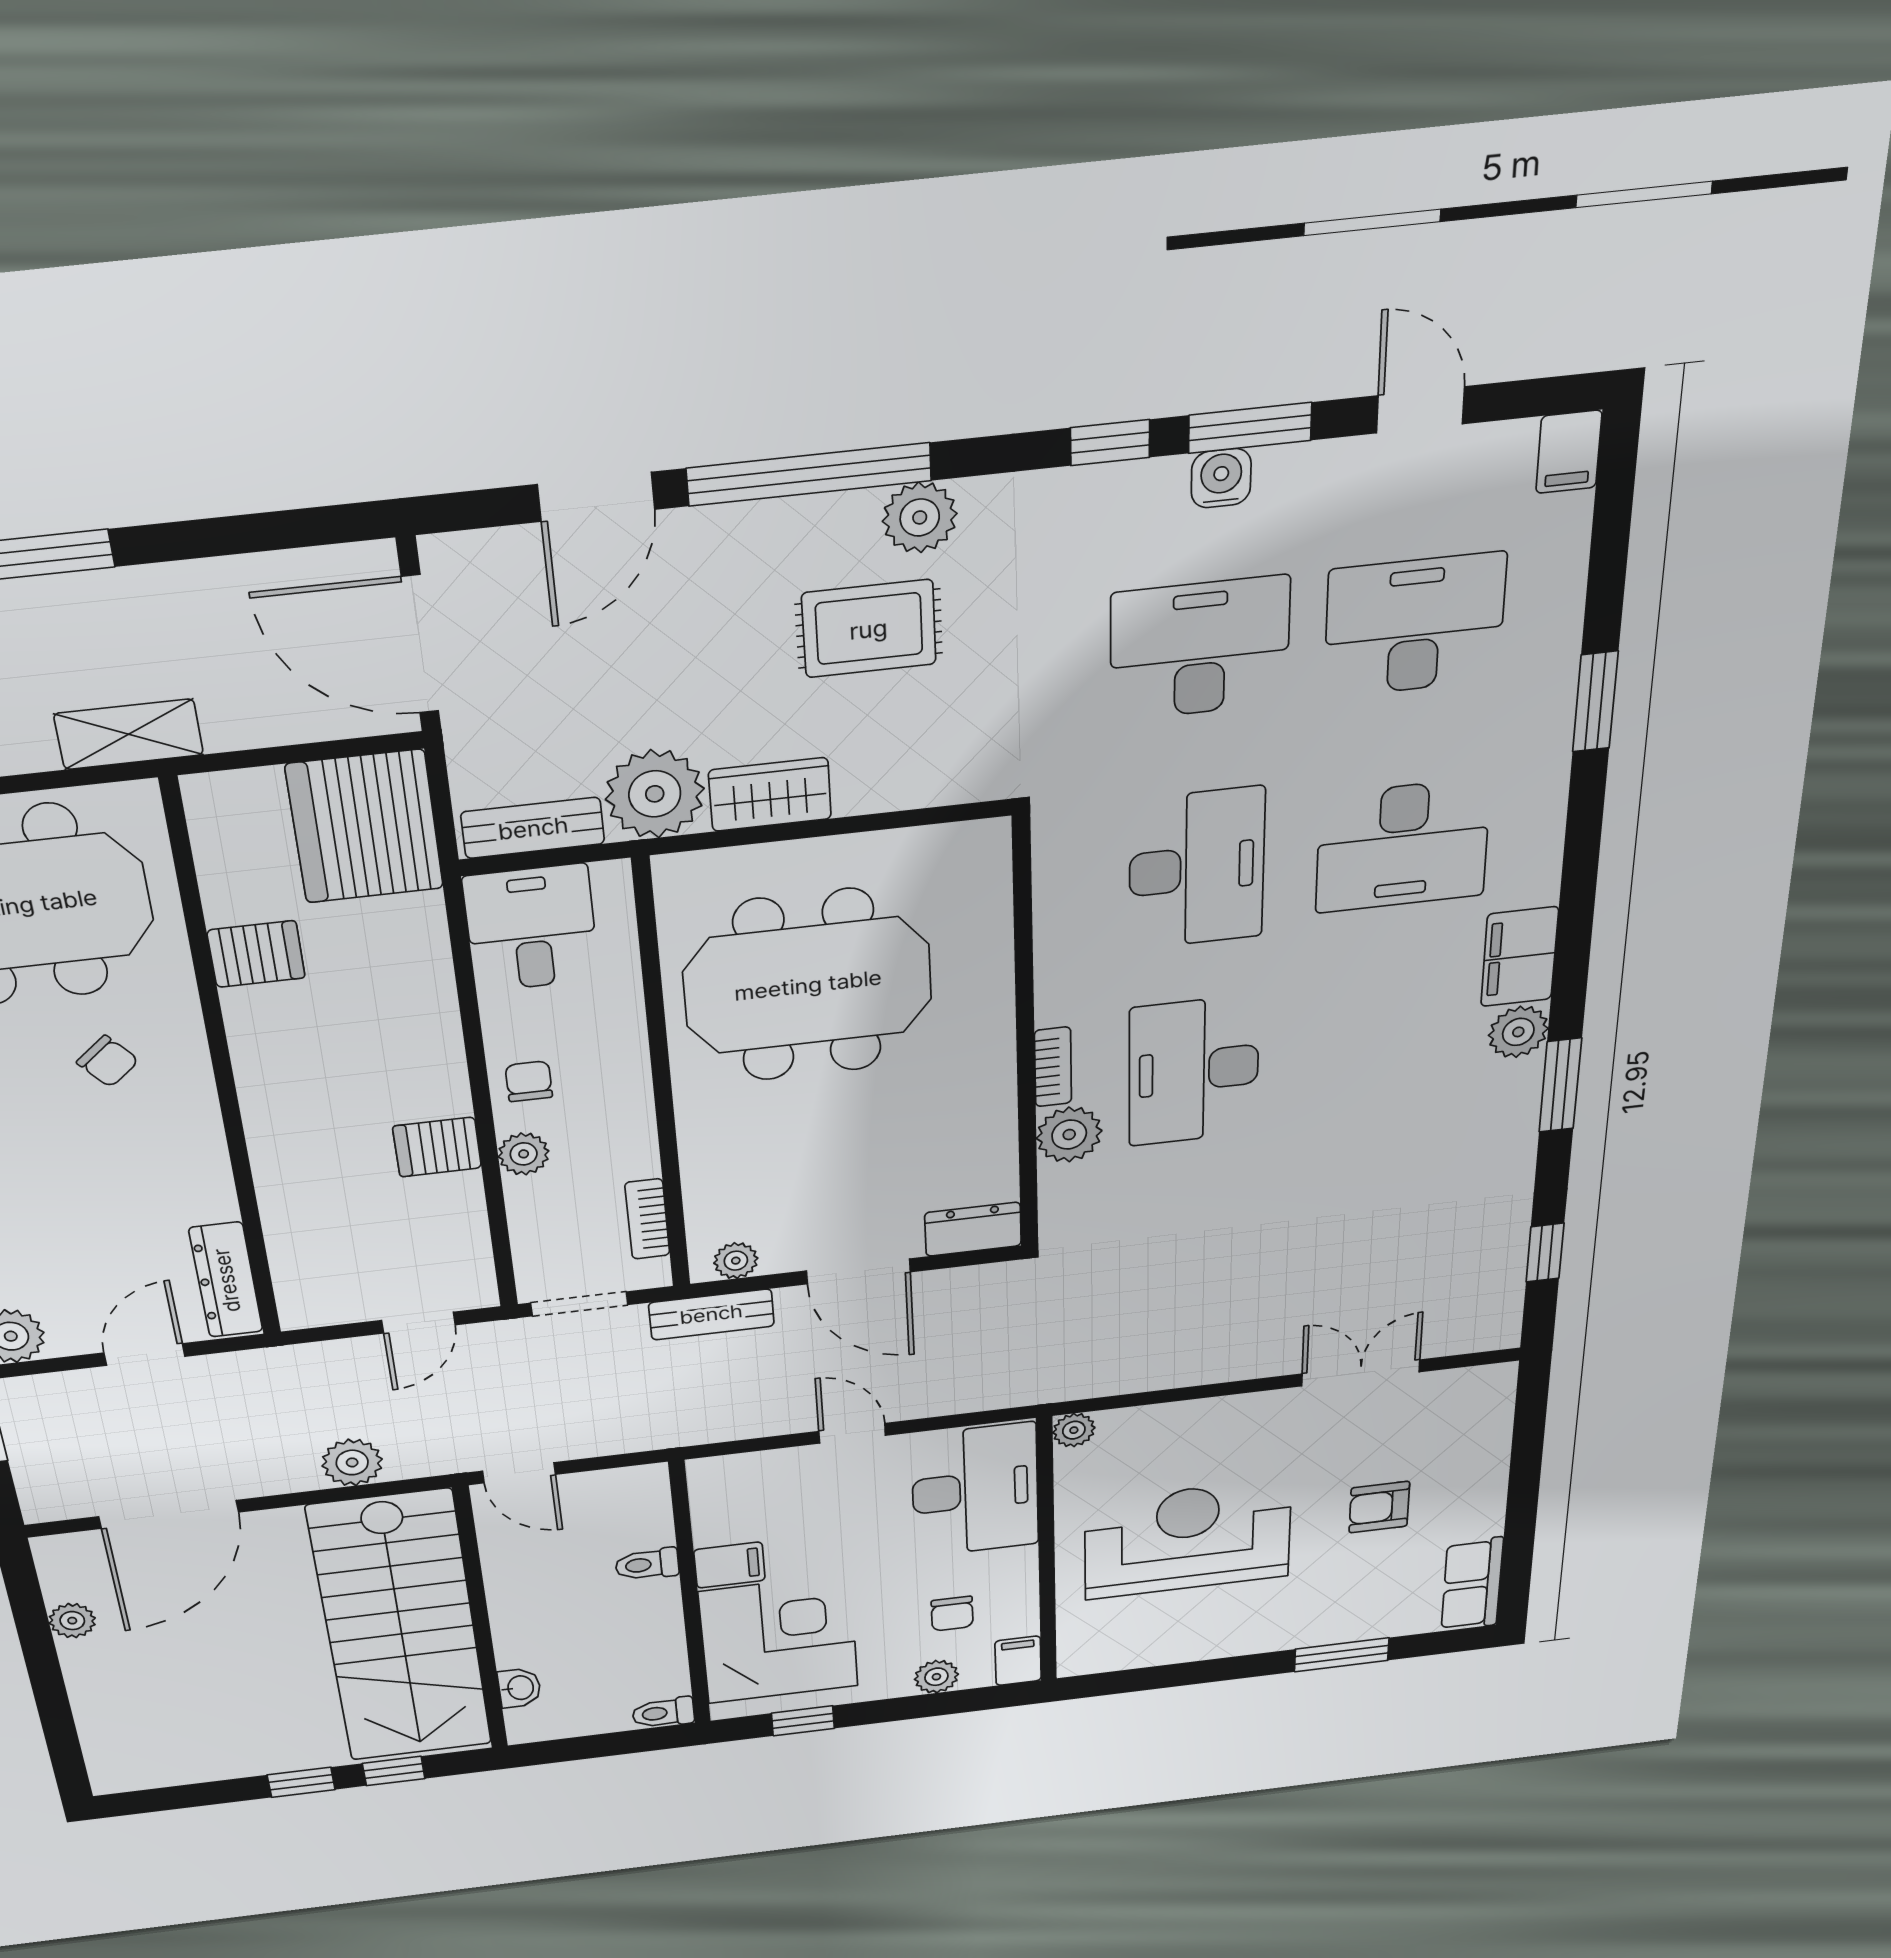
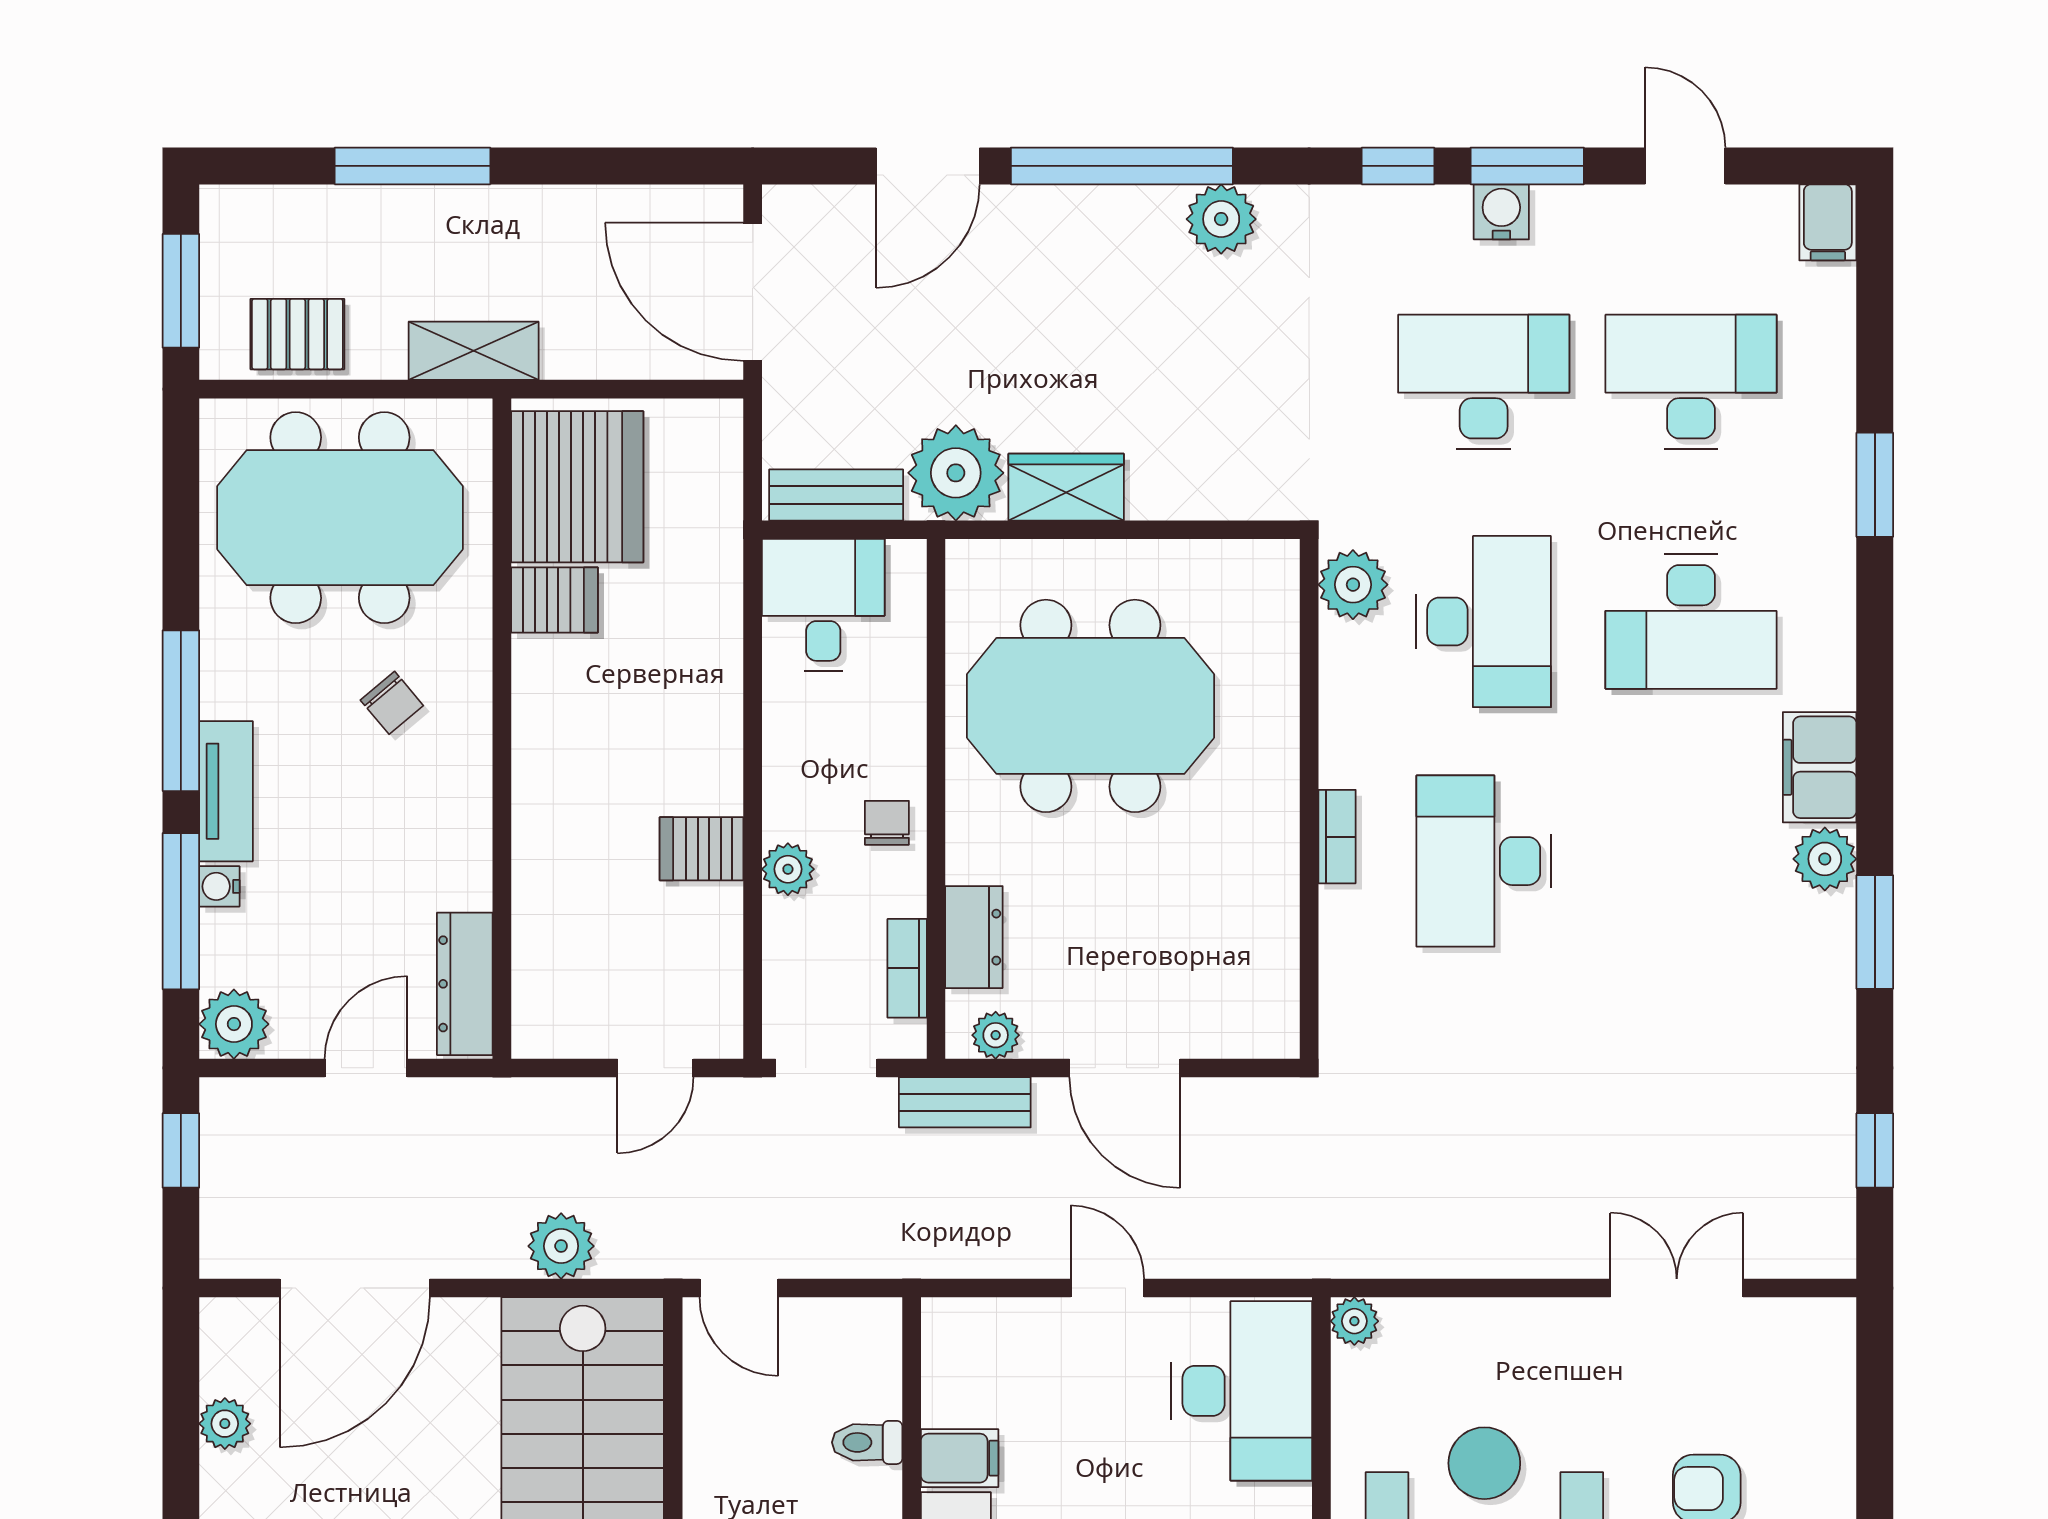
rug: (869, 629) -> (1170, 325), removed
server rack: (365, 827) -> (577, 487), moved, turned 180
chair: (529, 1081) -> (887, 823), moved
plant: (1069, 1135) -> (1353, 585), moved
dresser: (973, 1229) -> (974, 937), moved, turned 90

